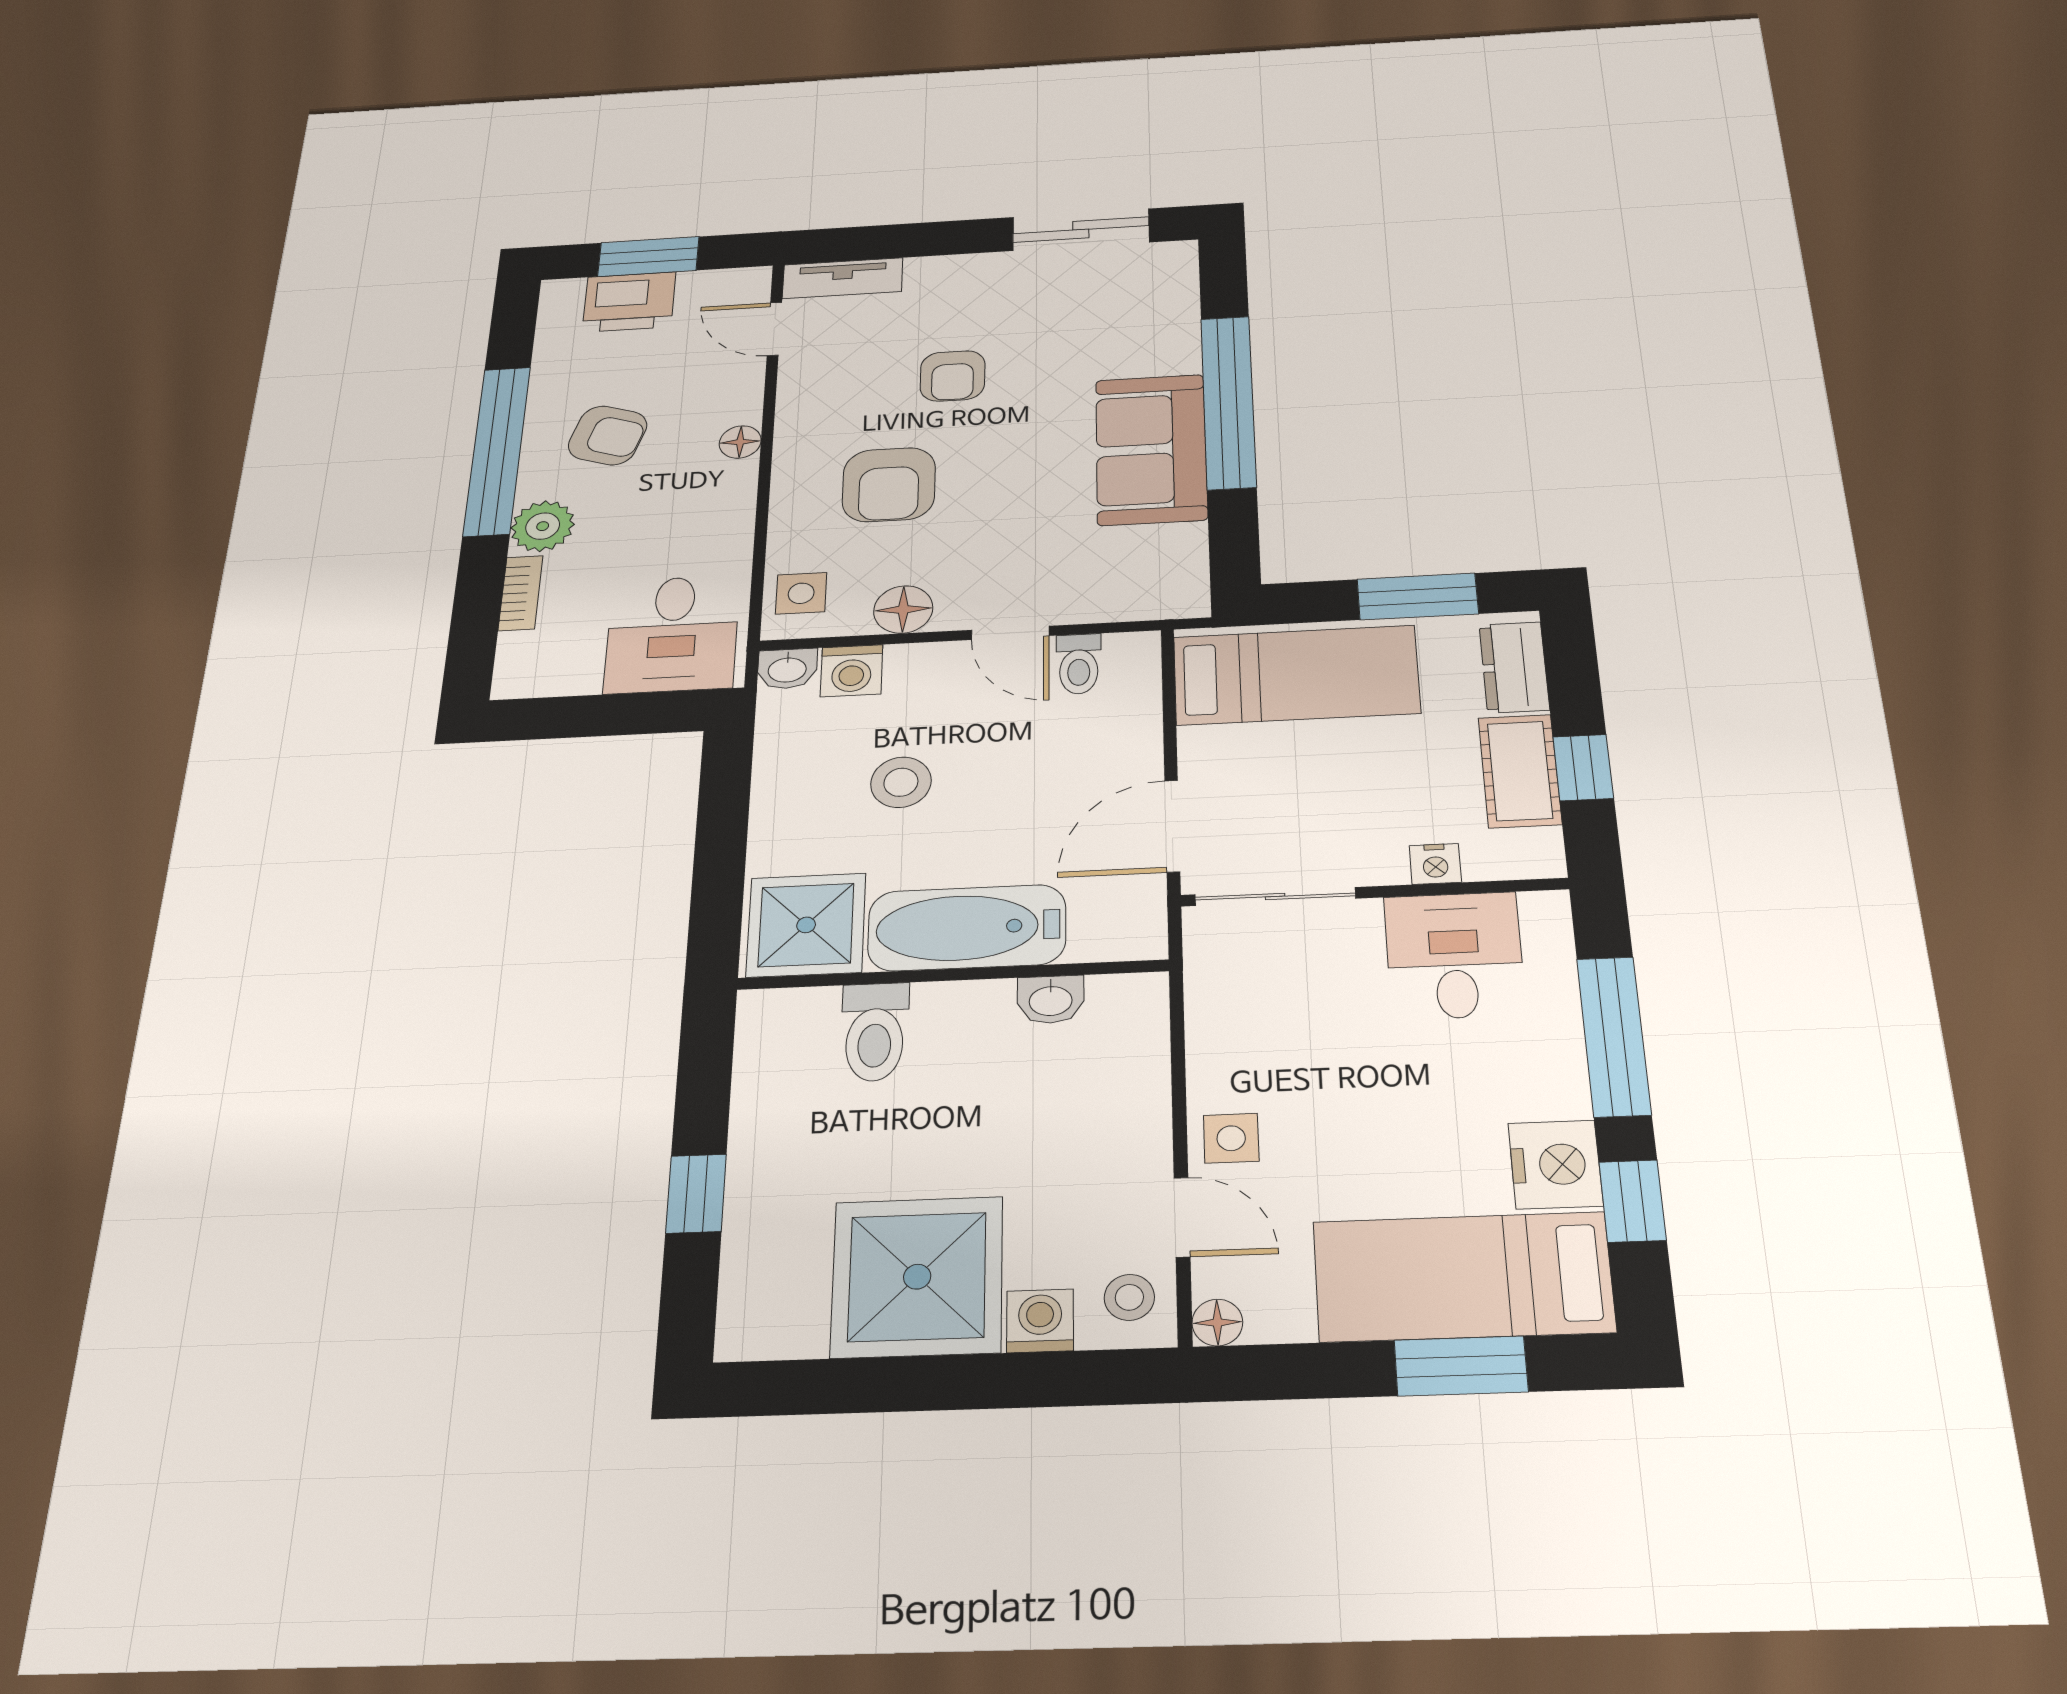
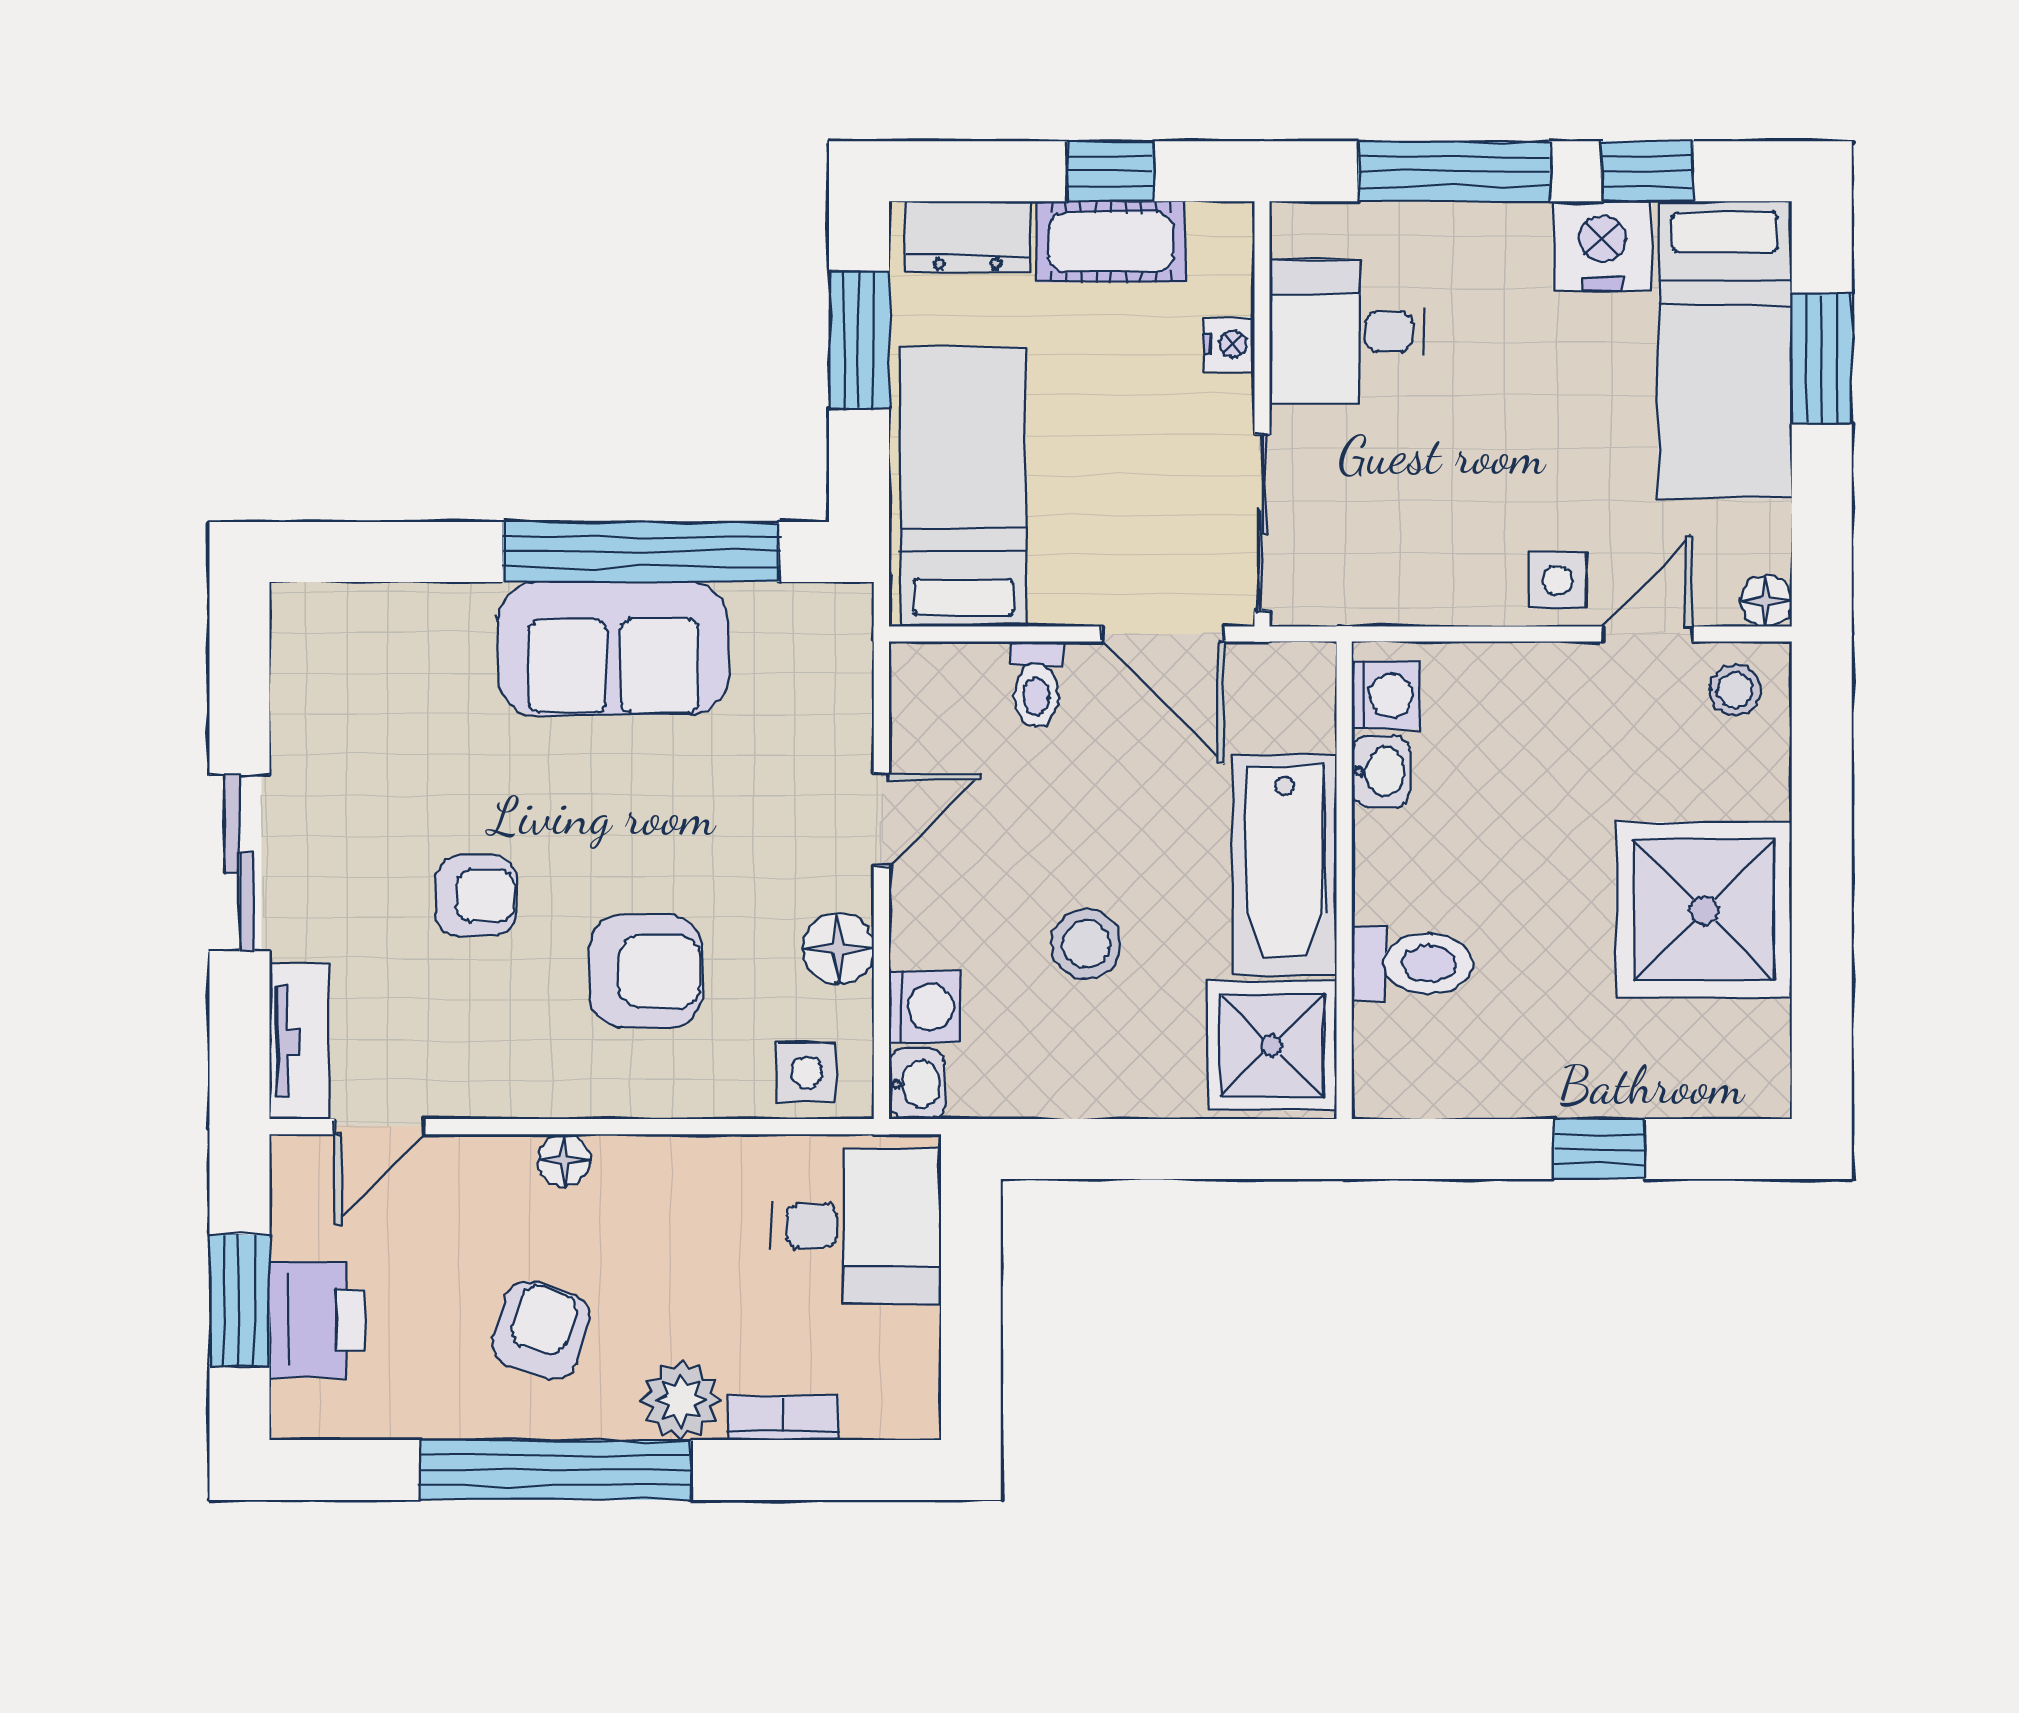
sliding door: (1081, 230) -> (239, 863), moved
window: (1228, 402) -> (641, 552), moved
toilet: (1079, 664) -> (1036, 684), moved, turned 90
washing machine: (1040, 1321) -> (1386, 695), moved, turned 180

